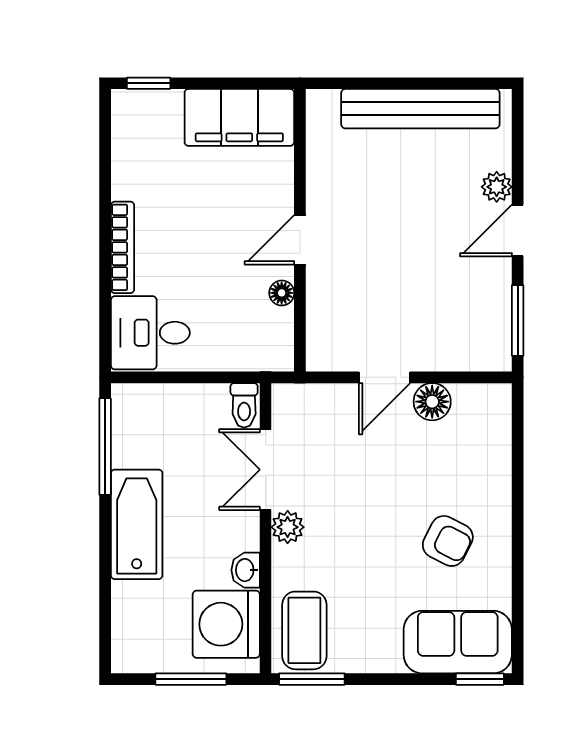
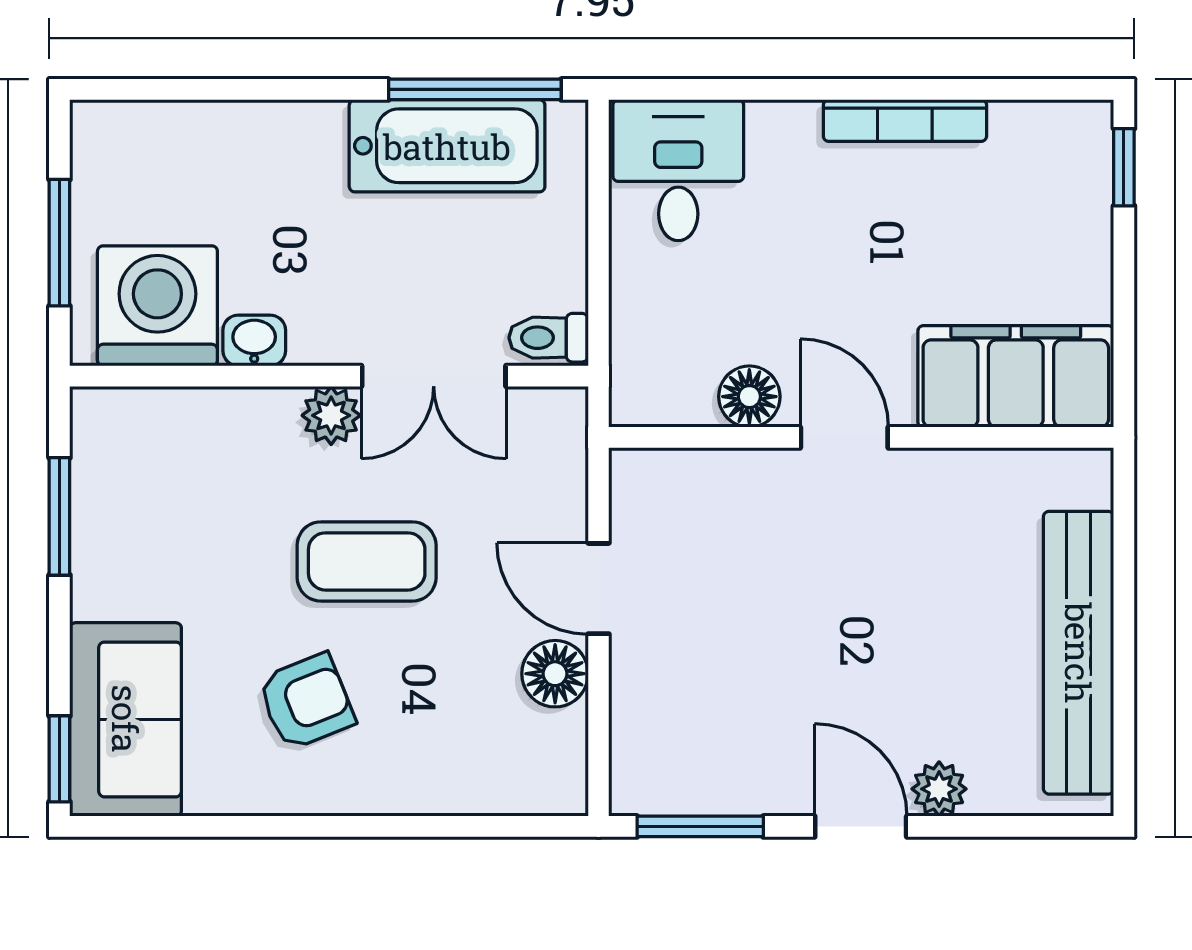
filing cabinet: (239, 117) -> (1016, 376), moved, turned 90
bookcase: (123, 247) -> (905, 121), moved
floor lamp: (282, 293) -> (749, 397), width x1.37, depth x1.37
double door: (266, 470) -> (434, 376), swing flipped
bathtub: (137, 524) -> (447, 146), moved
armchair: (448, 541) -> (306, 702), turned -139
coffee table: (304, 630) -> (367, 561), moved
window: (312, 679) -> (59, 516), moved

